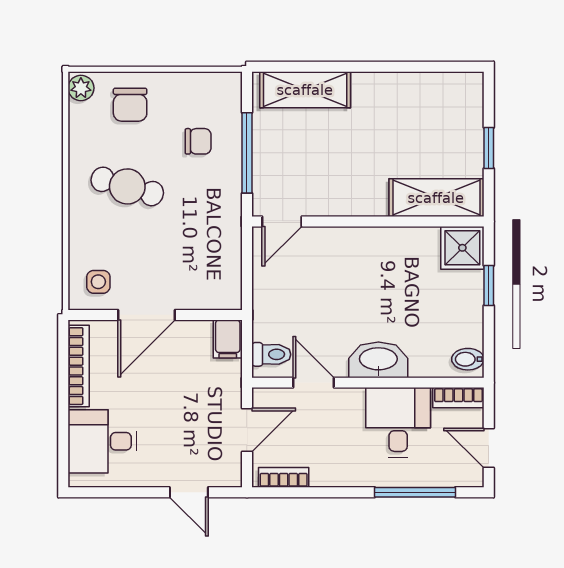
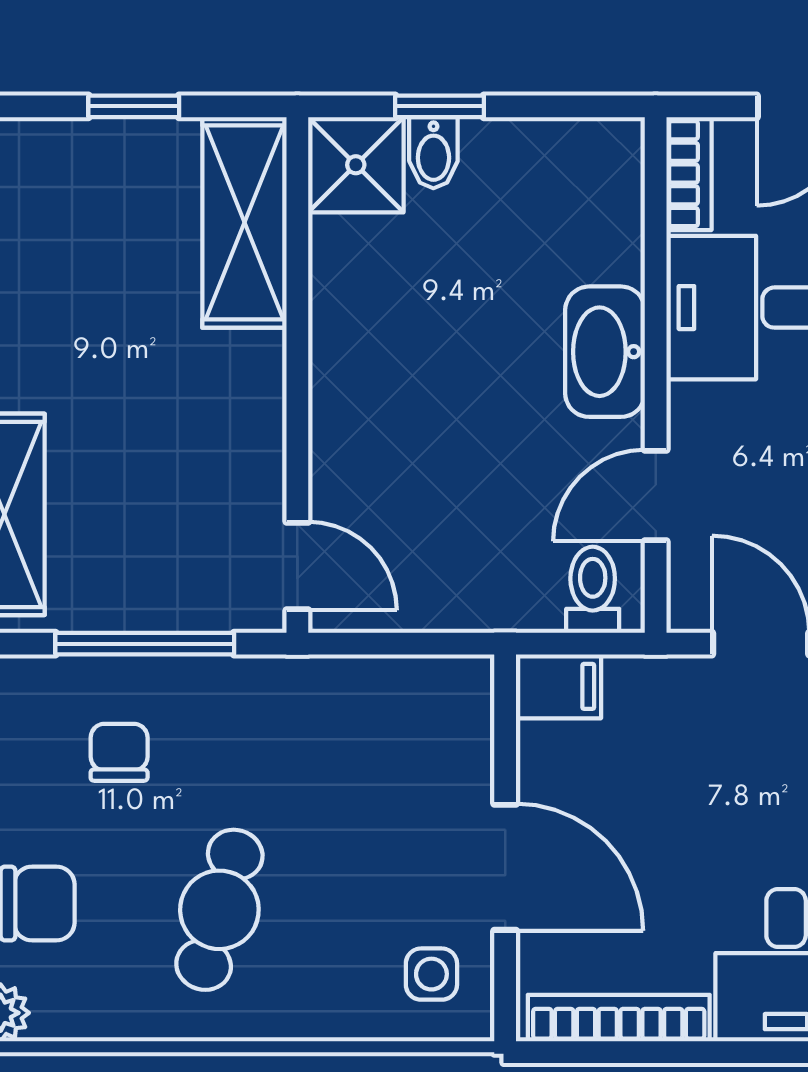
bidet: (468, 359) -> (433, 153), moved

